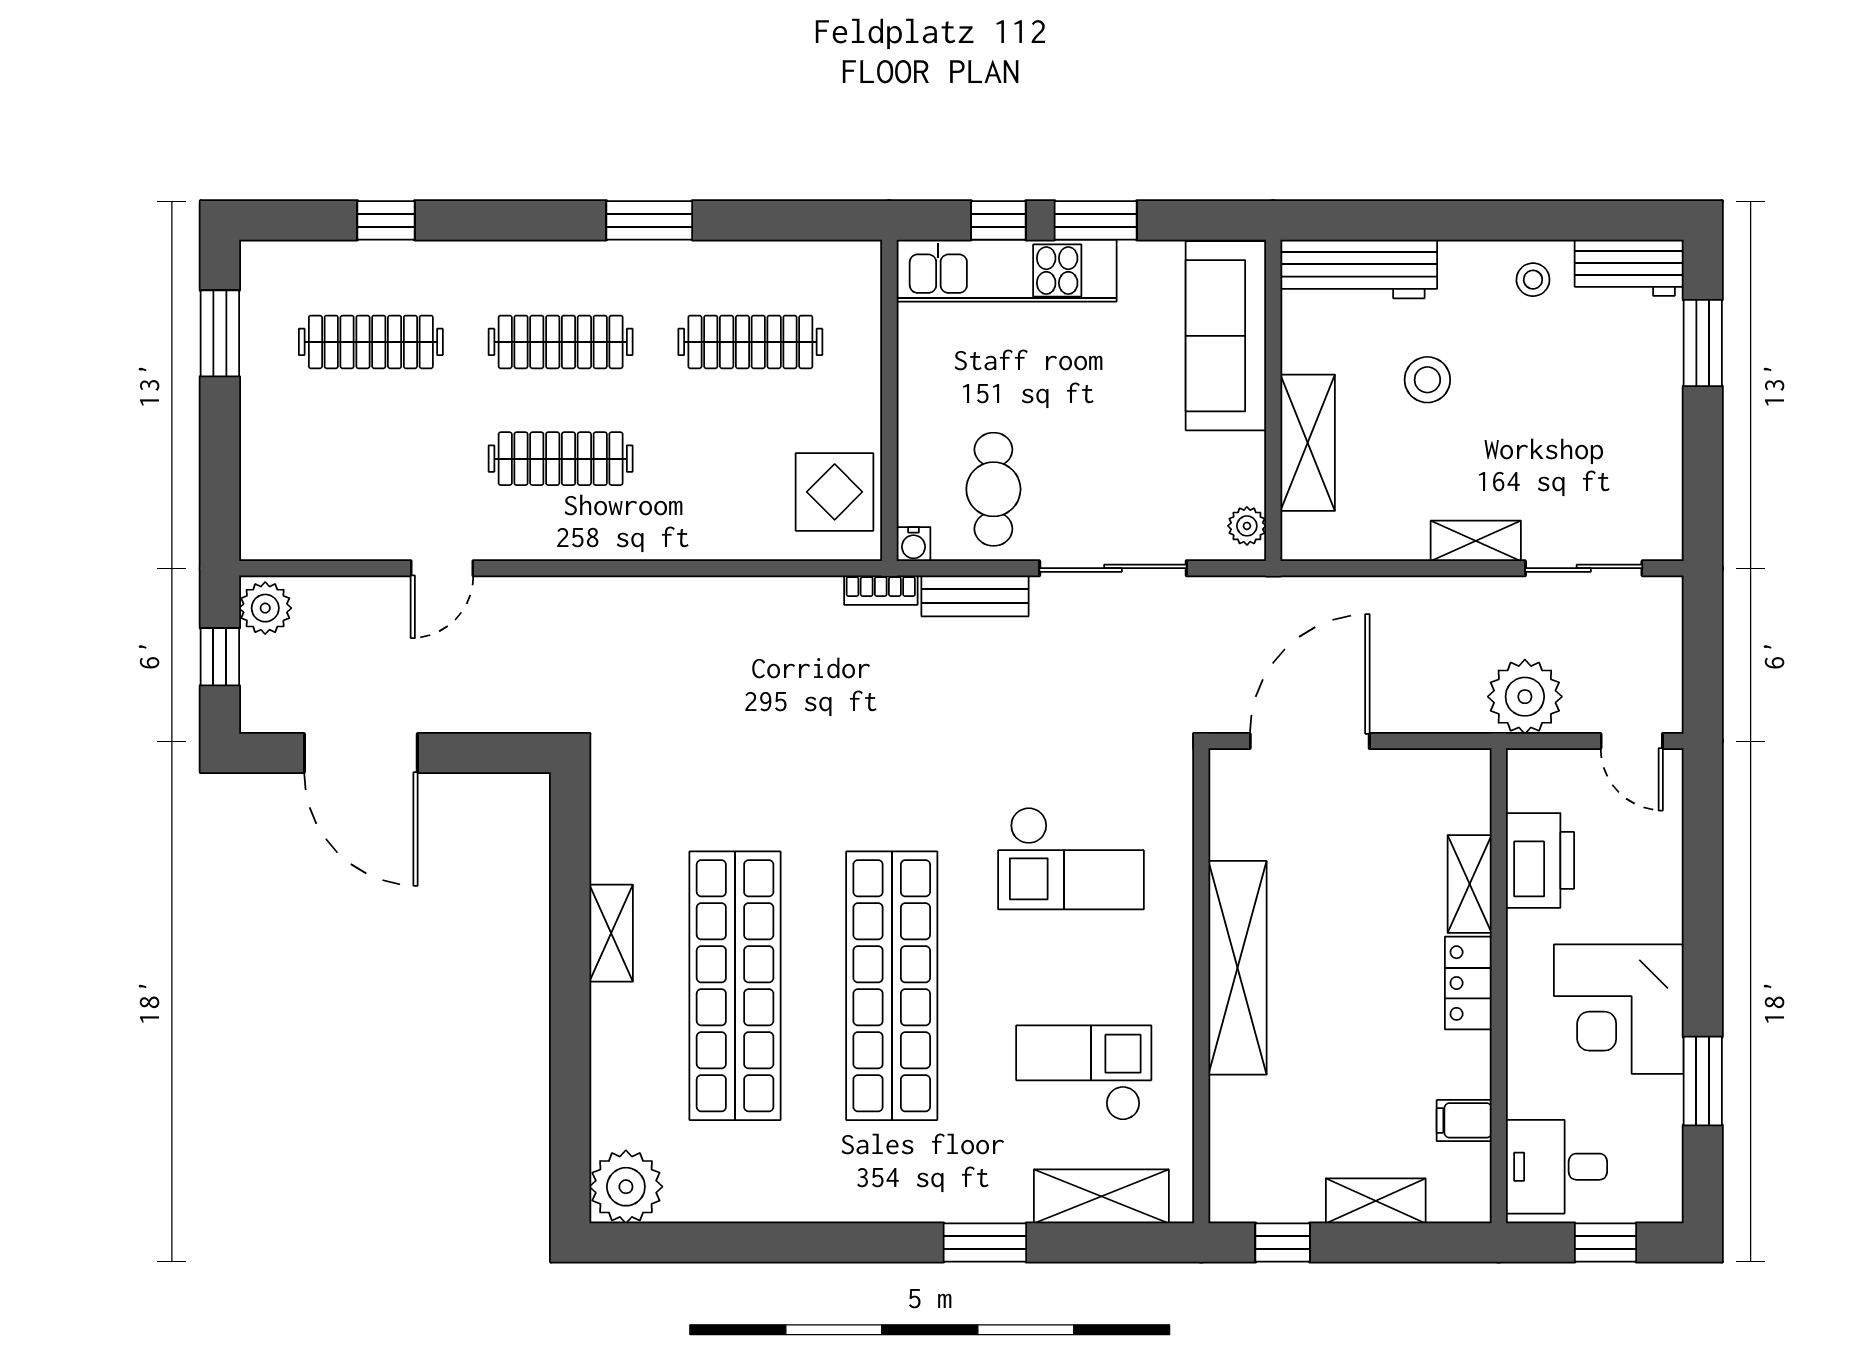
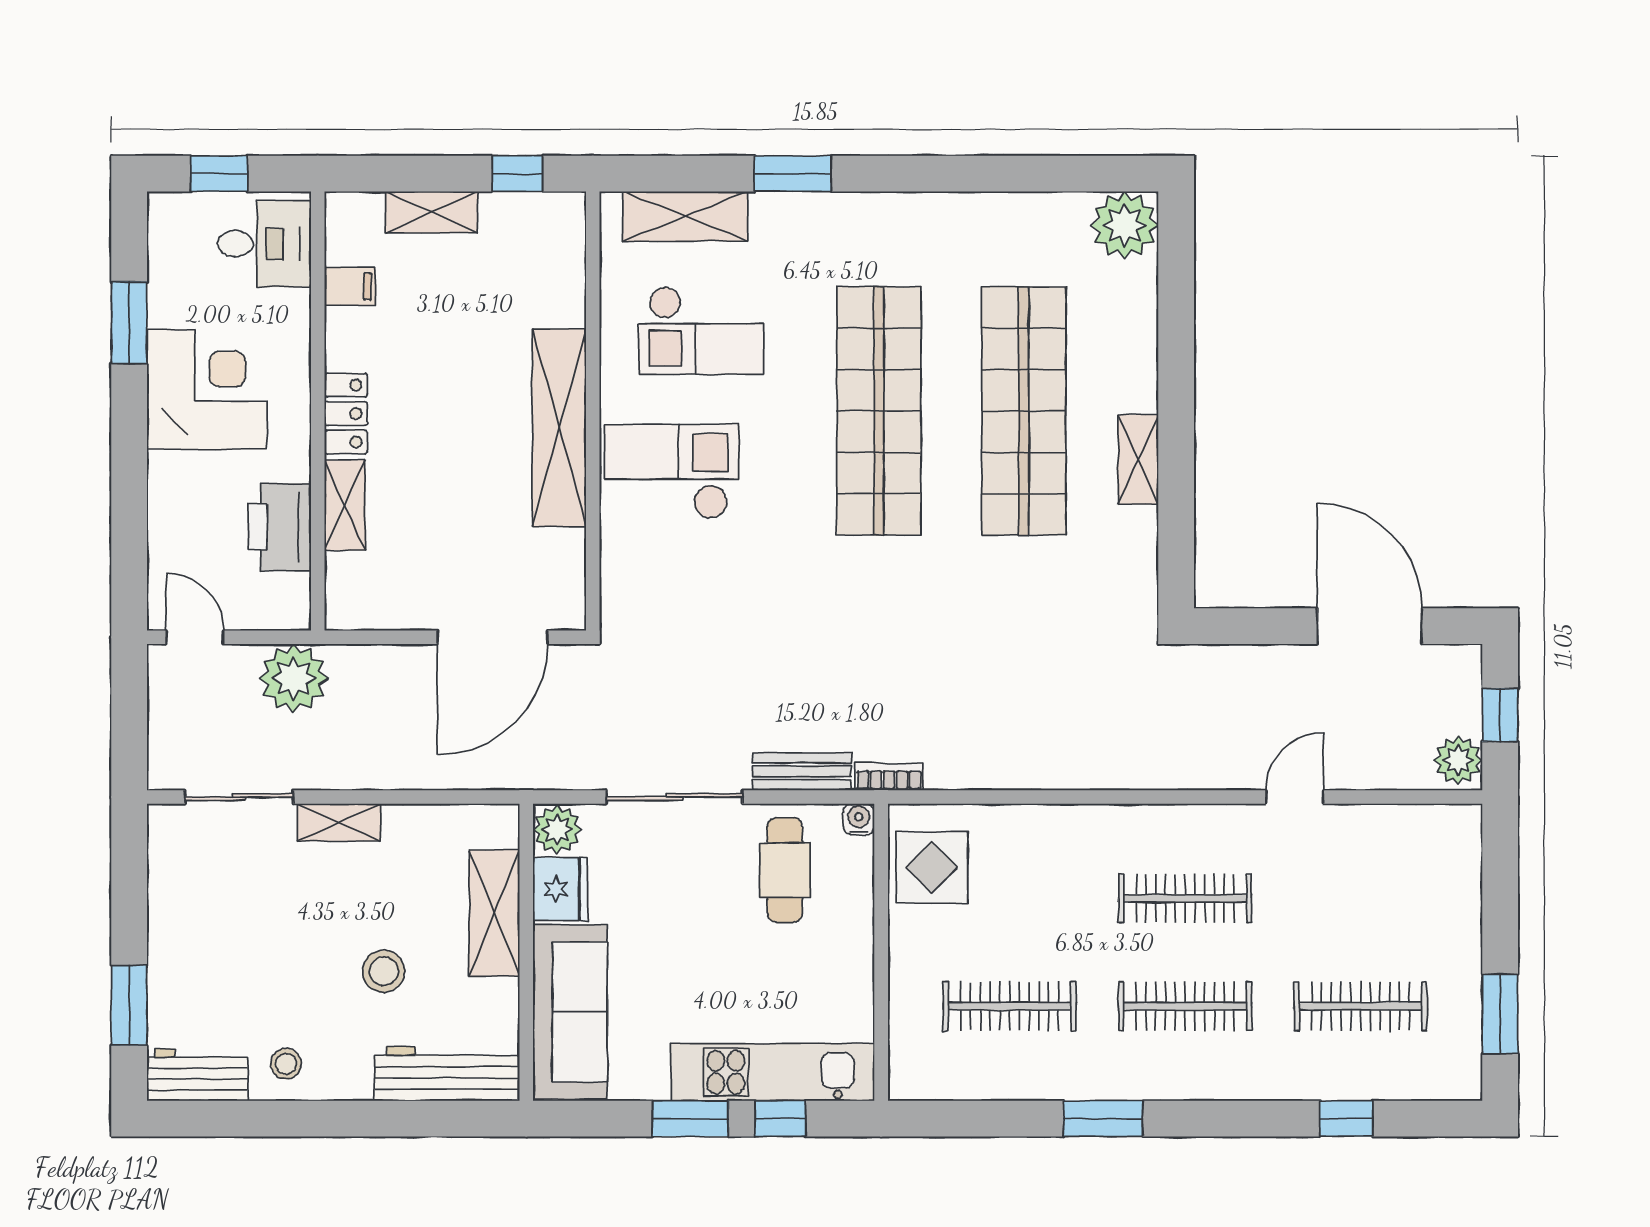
fridge: (1236, 469) -> (560, 889), added
plant: (1247, 526) -> (557, 829), width x1.38, depth x1.38
checkout: (1071, 858) -> (671, 472), moved

